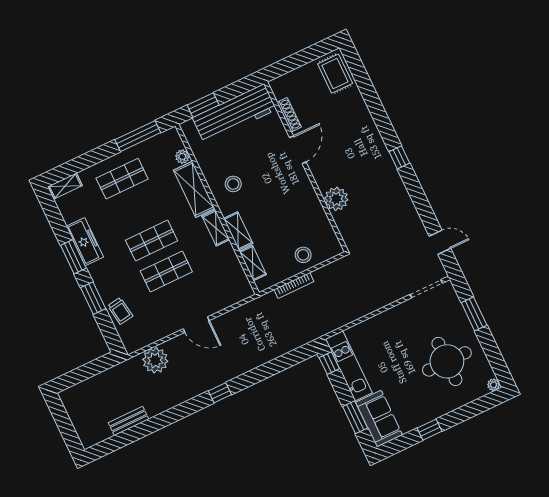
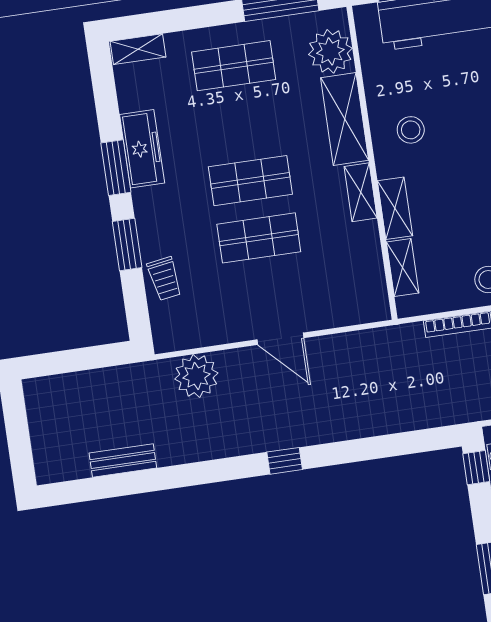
plant: (182, 157) -> (330, 51), width x1.88, depth x1.88

